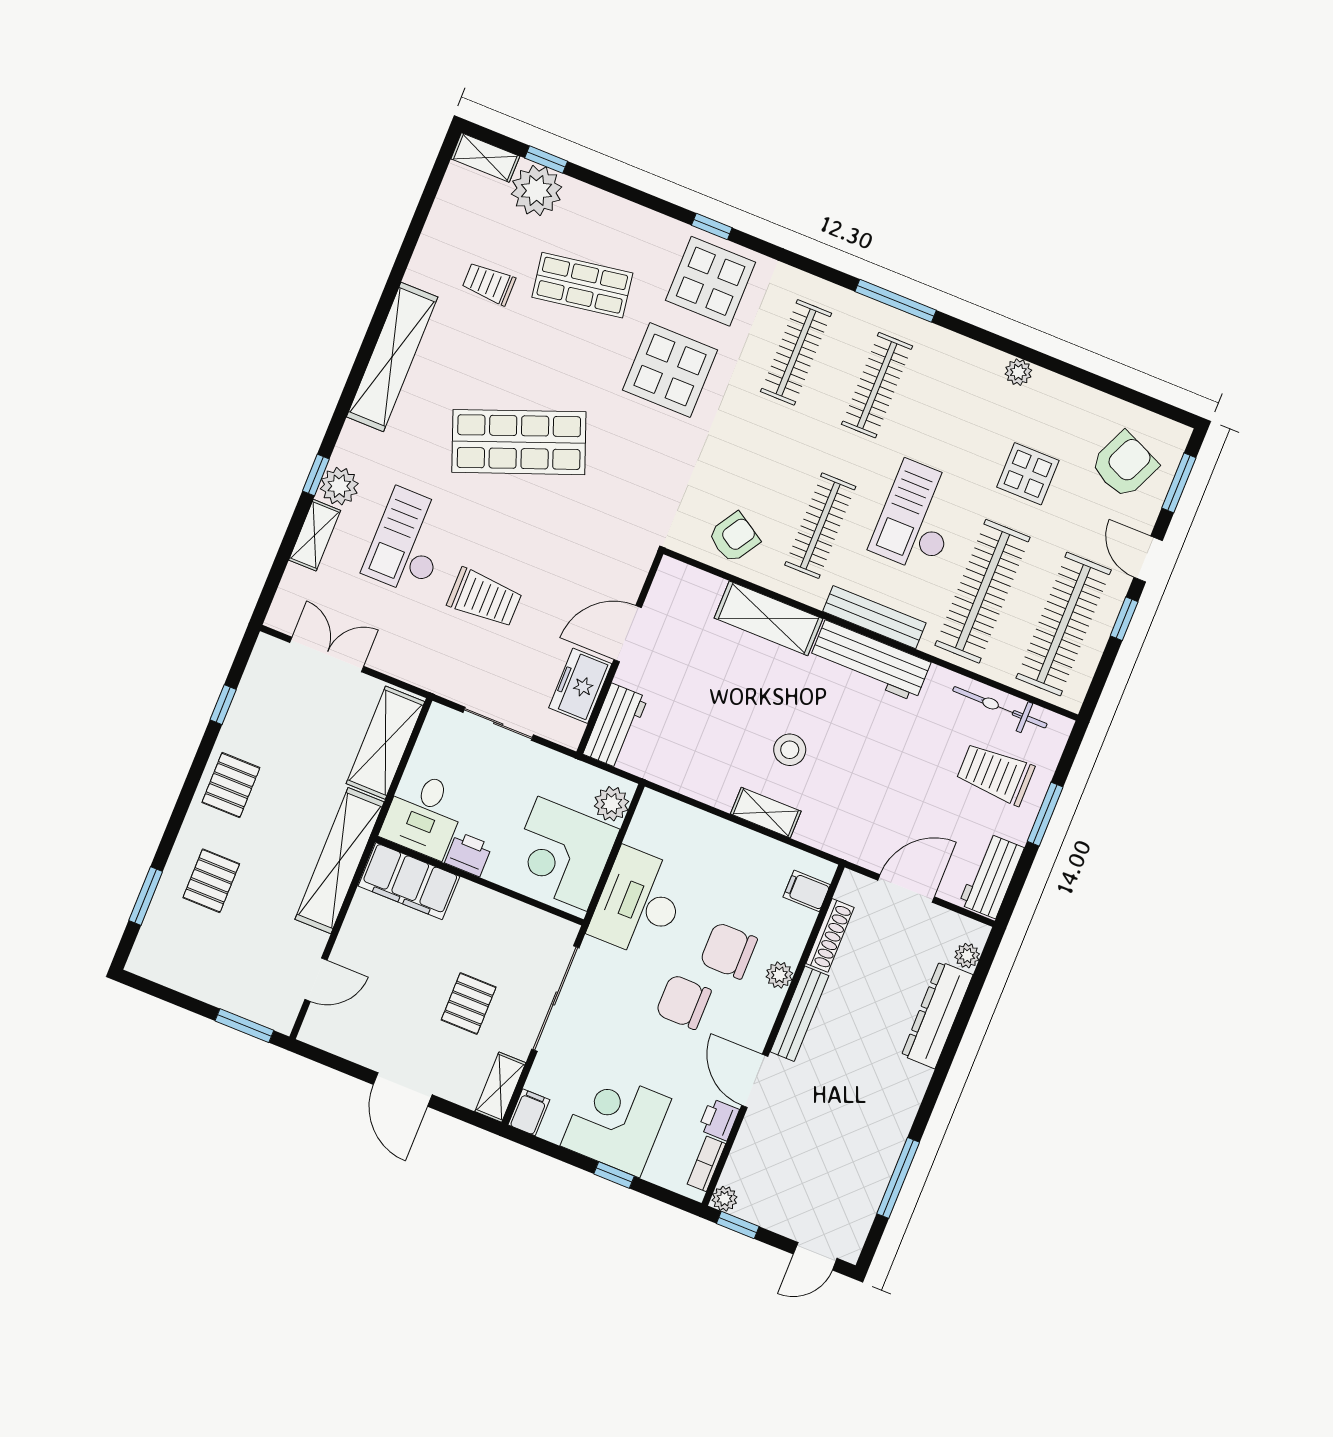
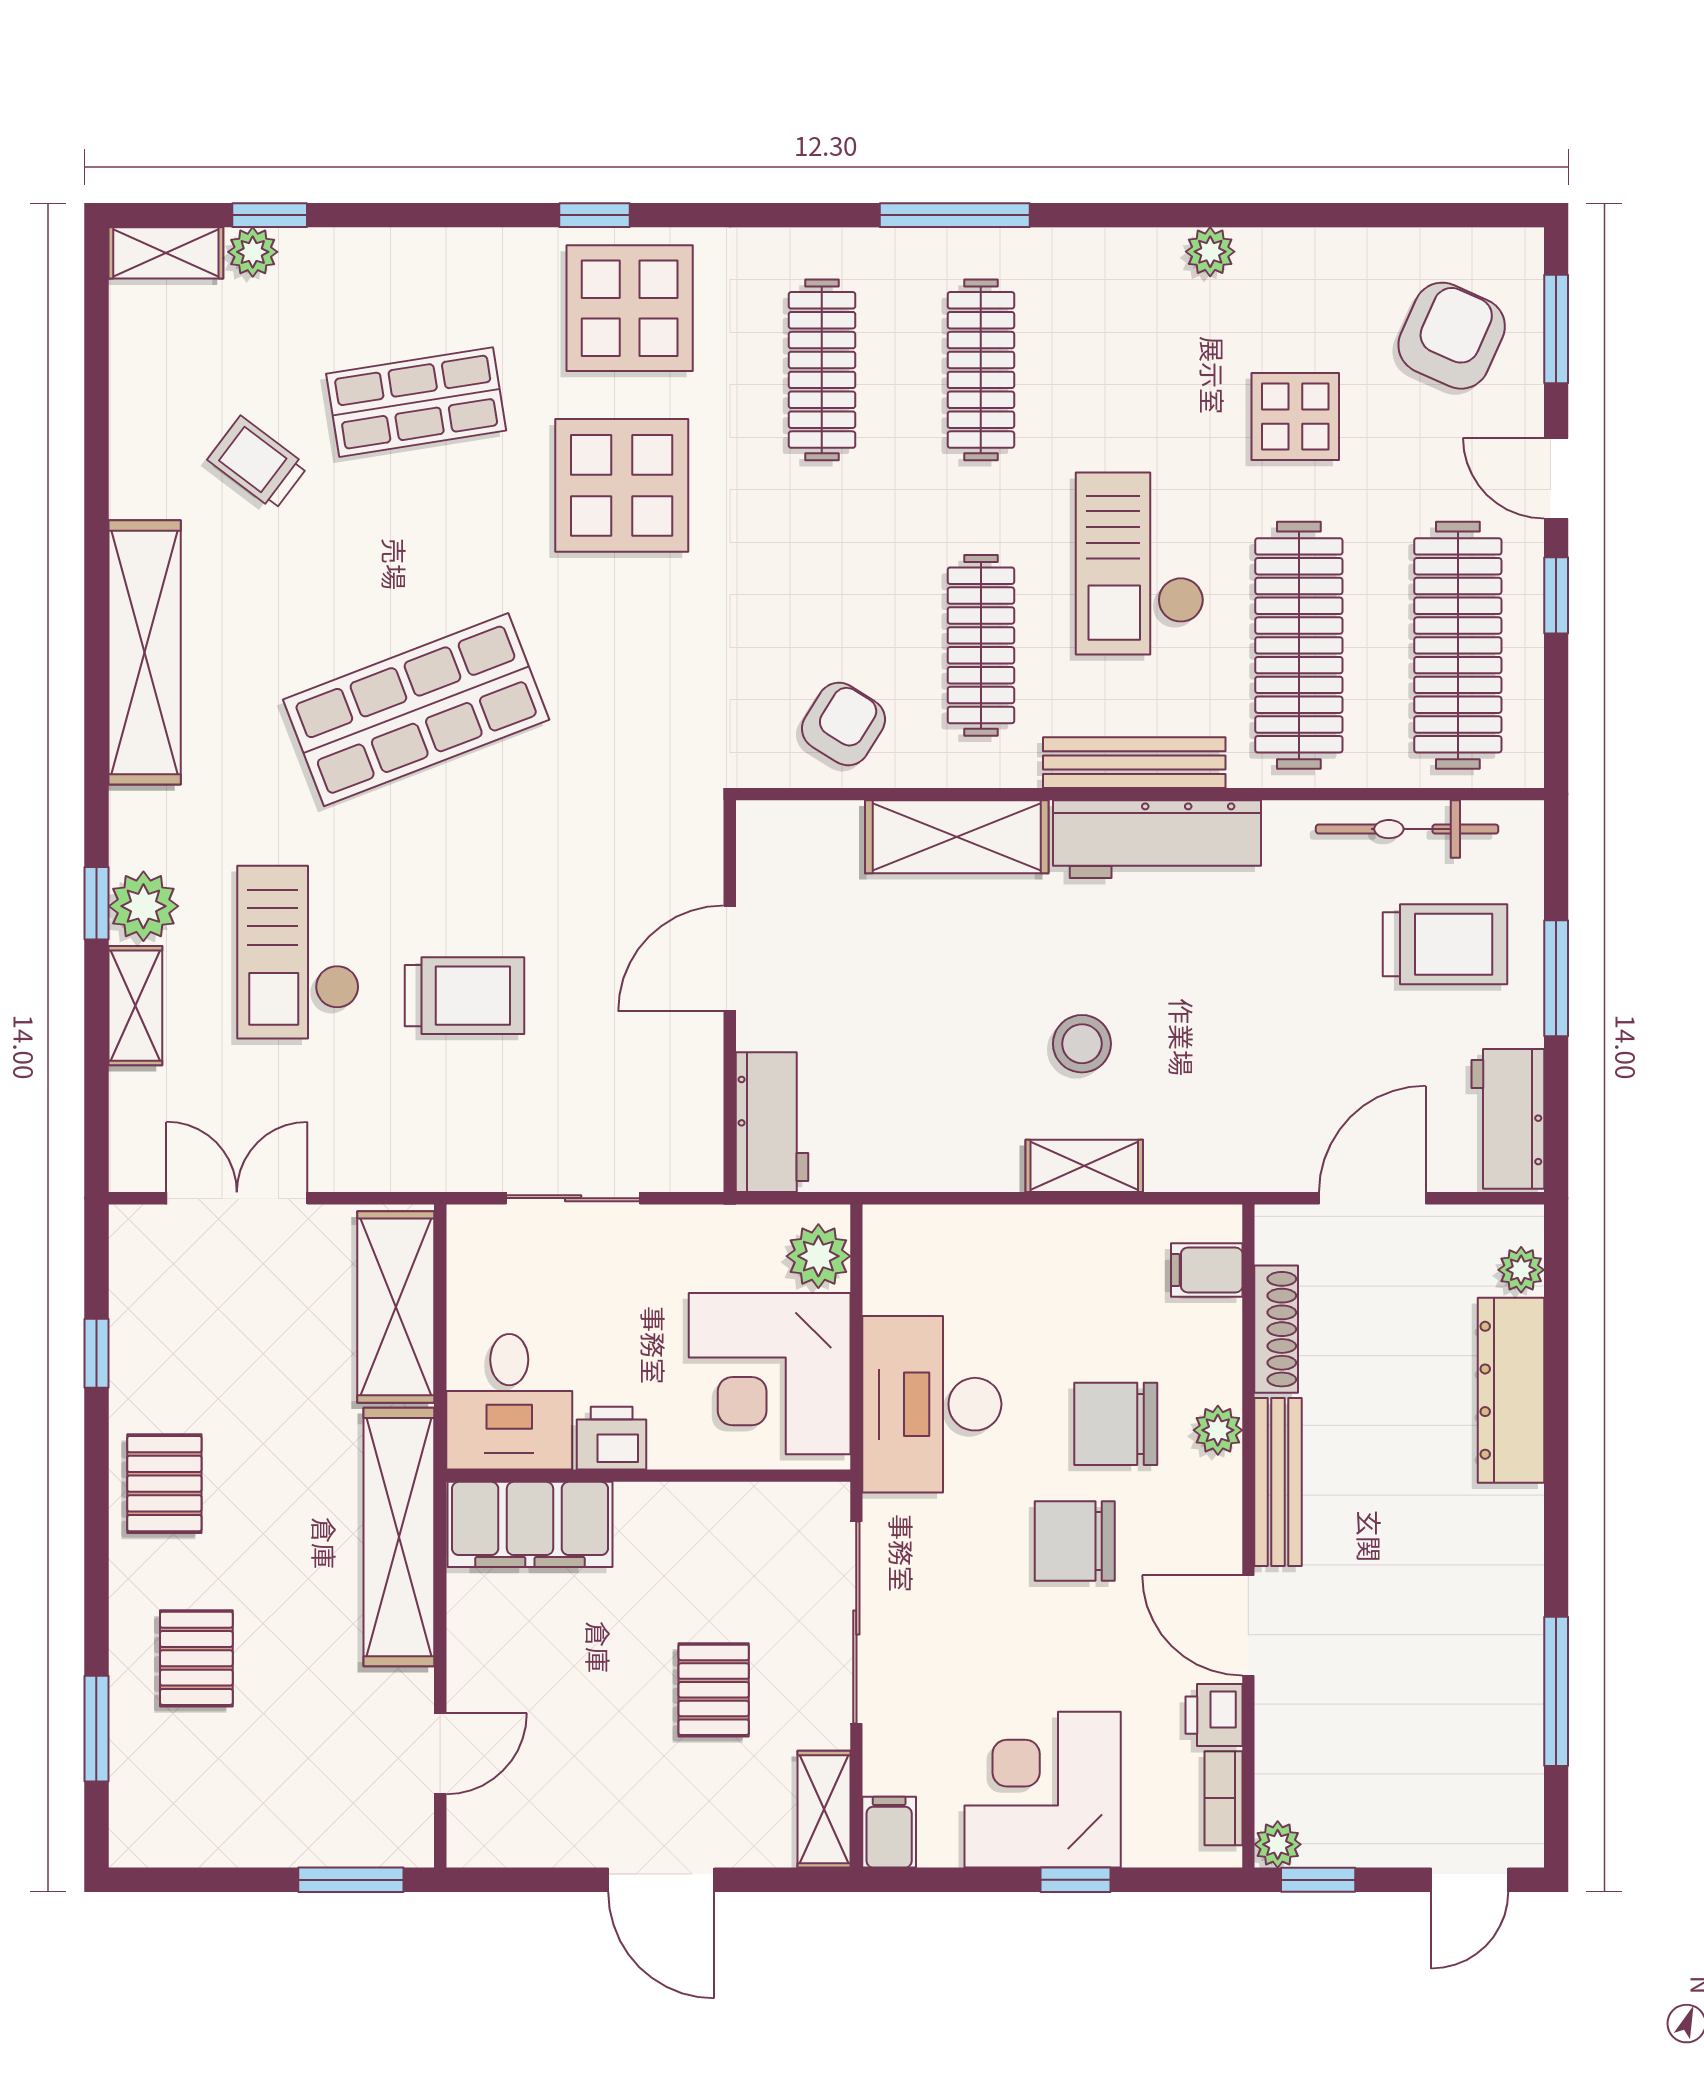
plant: (536, 190) -> (253, 252), width x0.53, depth x0.53
trolley: (489, 284) -> (258, 463), turned 37
freezer: (580, 686) -> (686, 1078), removed
trolley: (995, 774) -> (1445, 944), turned 180

